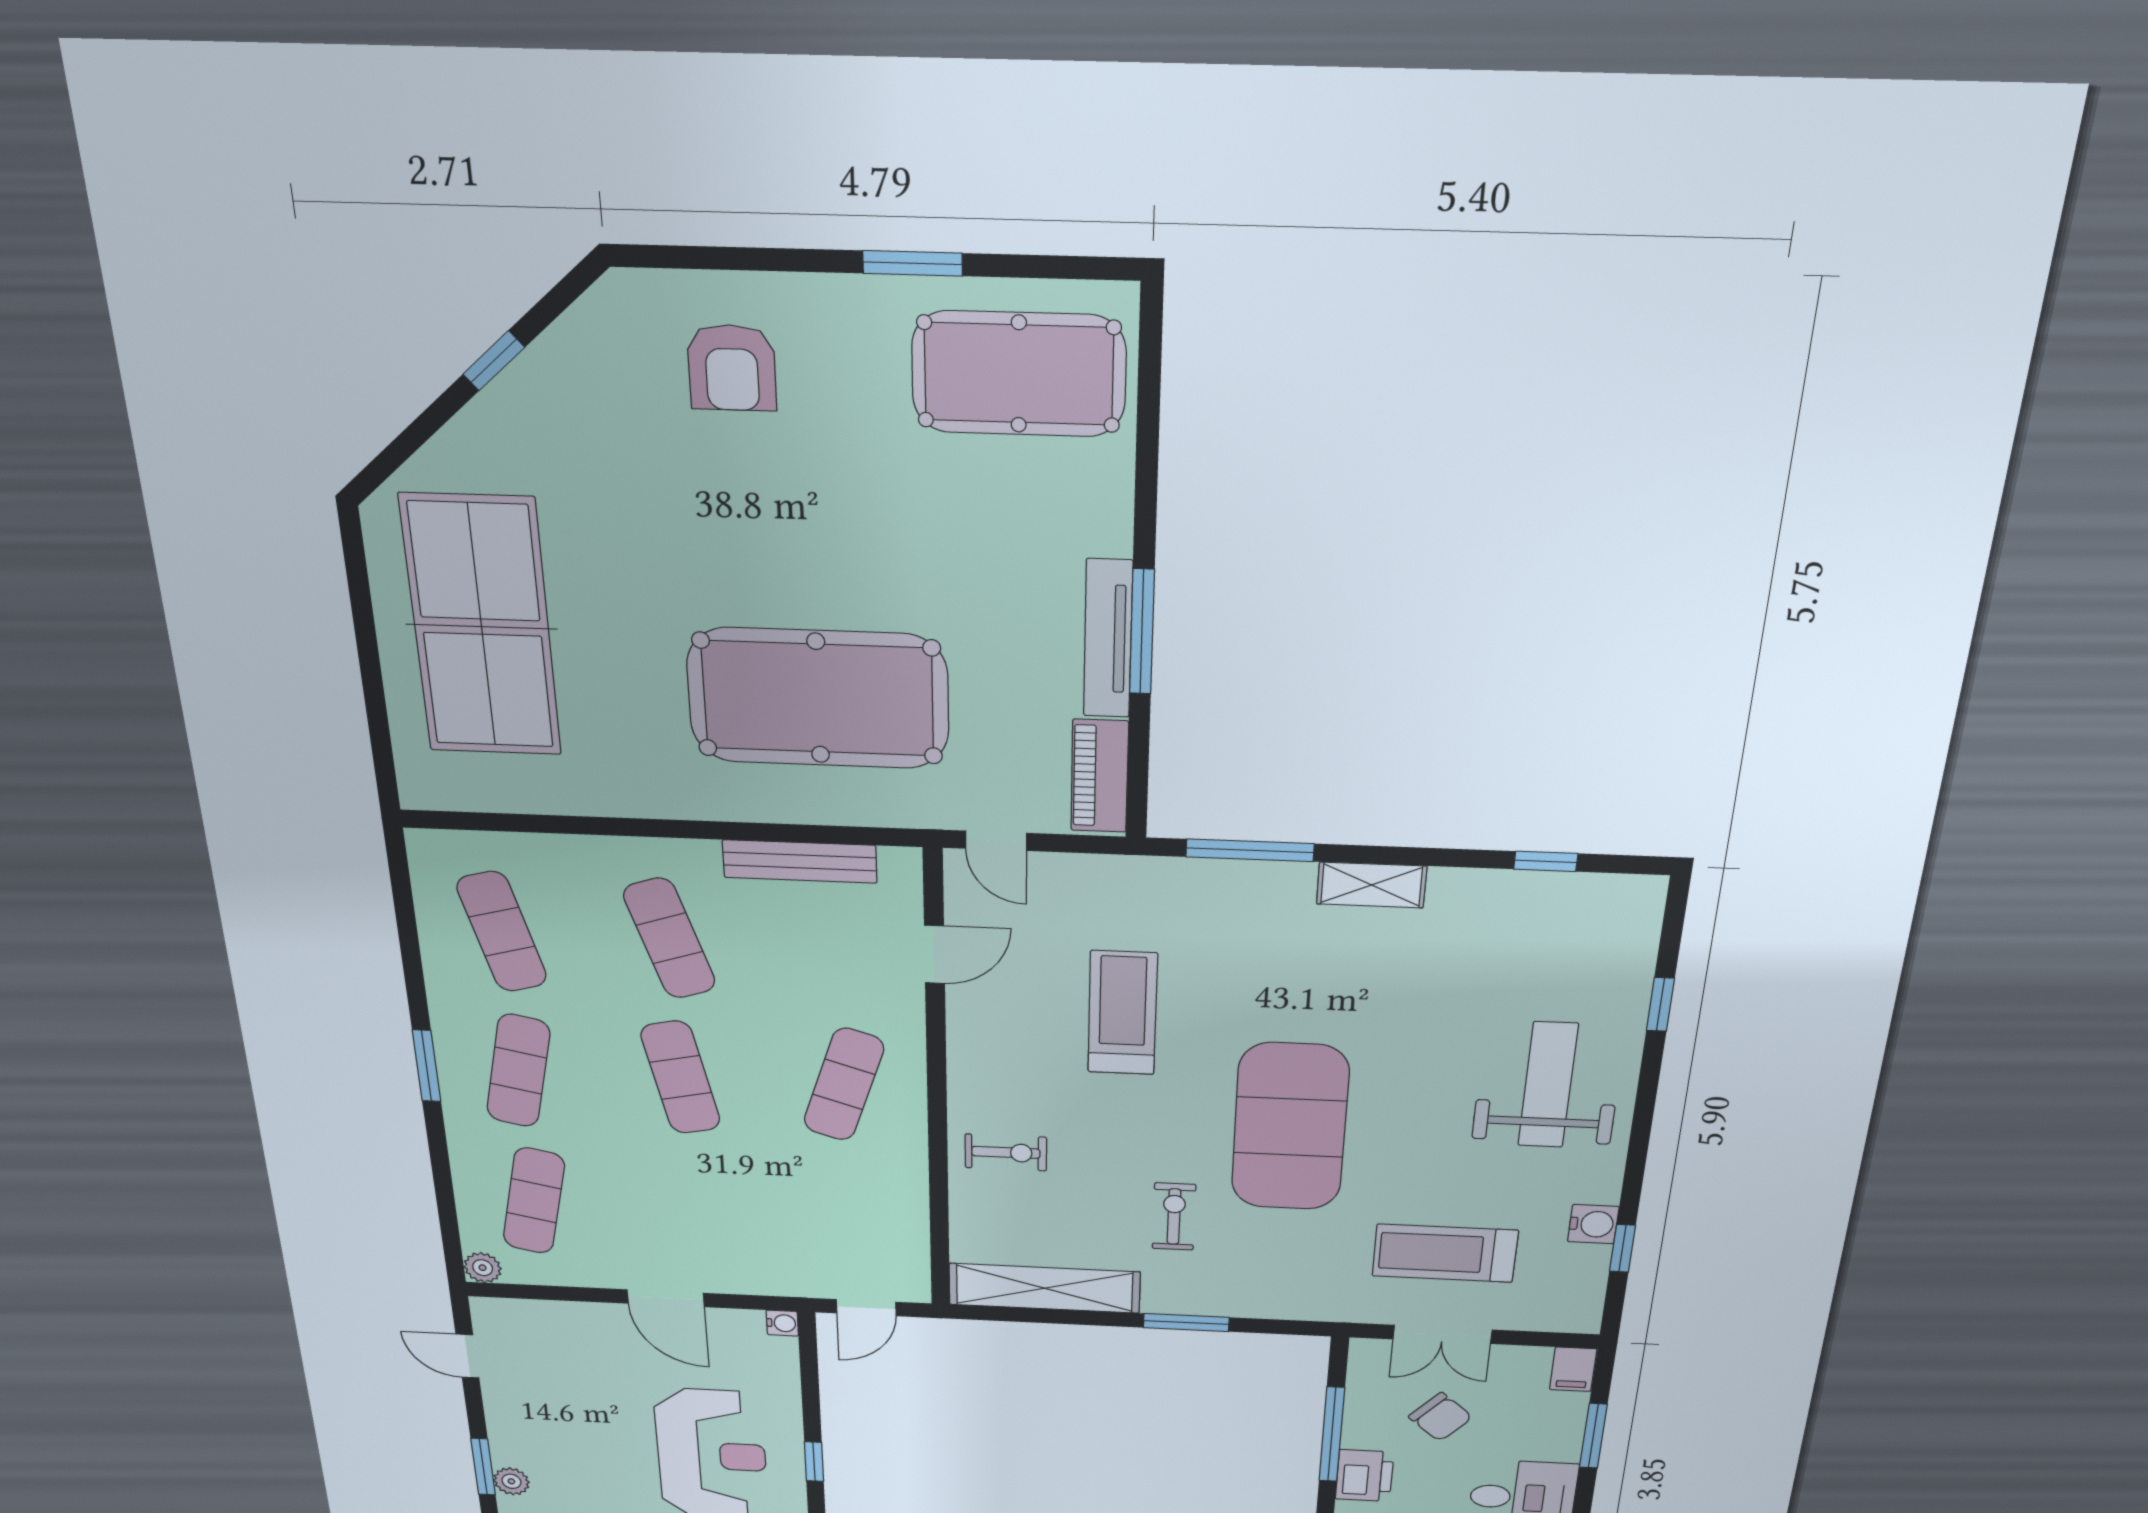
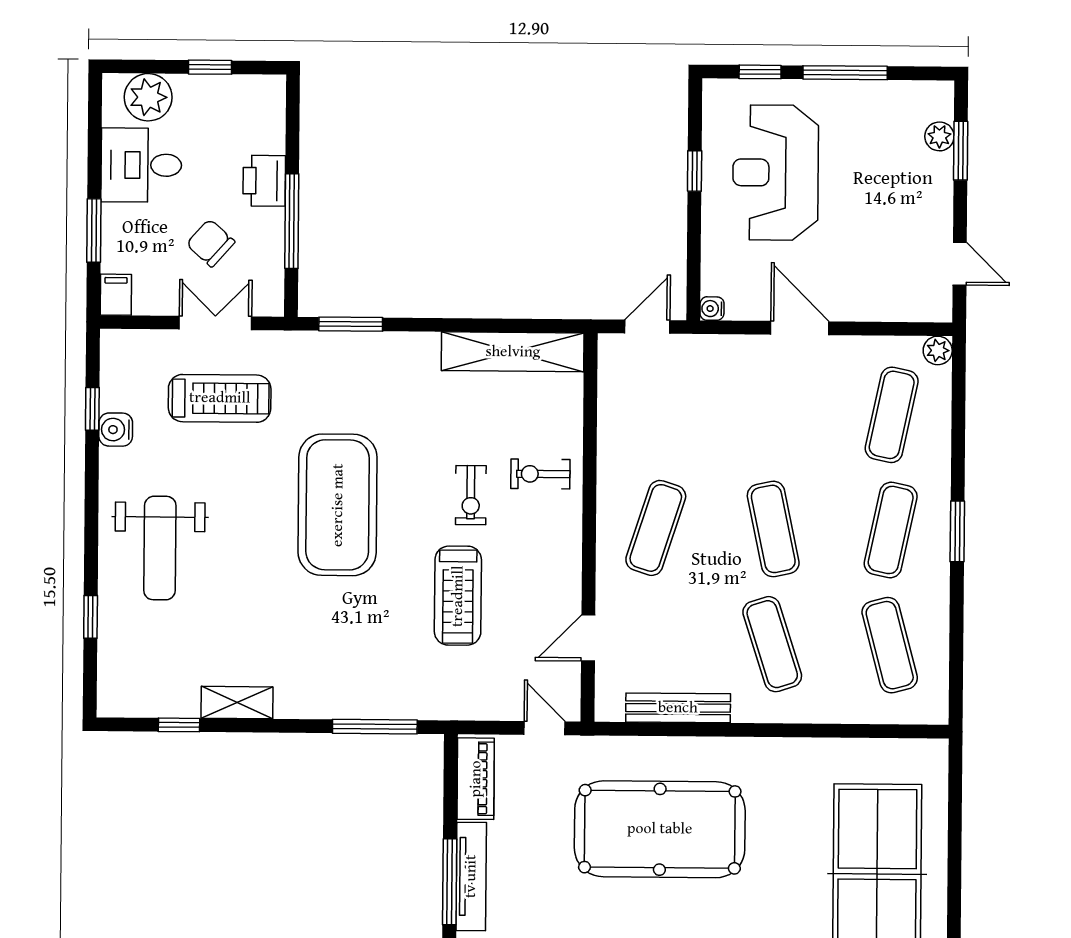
shelving: (1372, 885) -> (237, 703), moved
exercise bike: (1174, 1217) -> (471, 495), moved
window: (1186, 1323) -> (351, 324), moved

